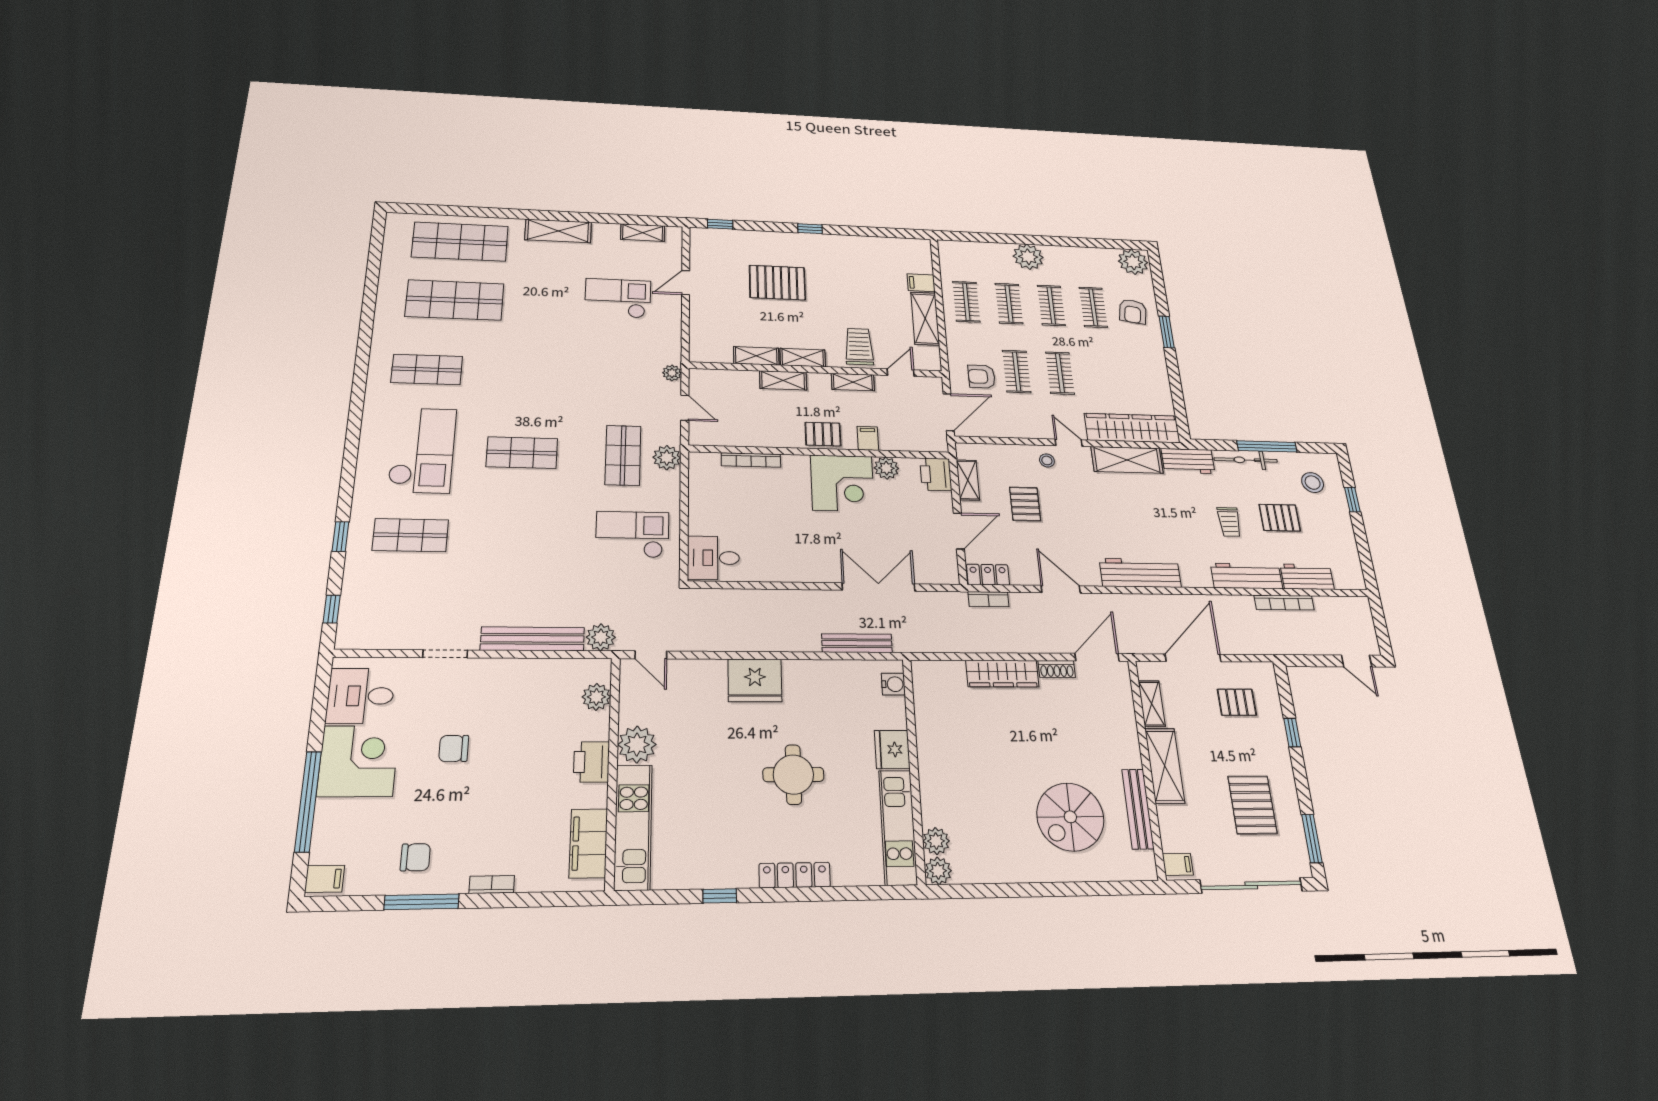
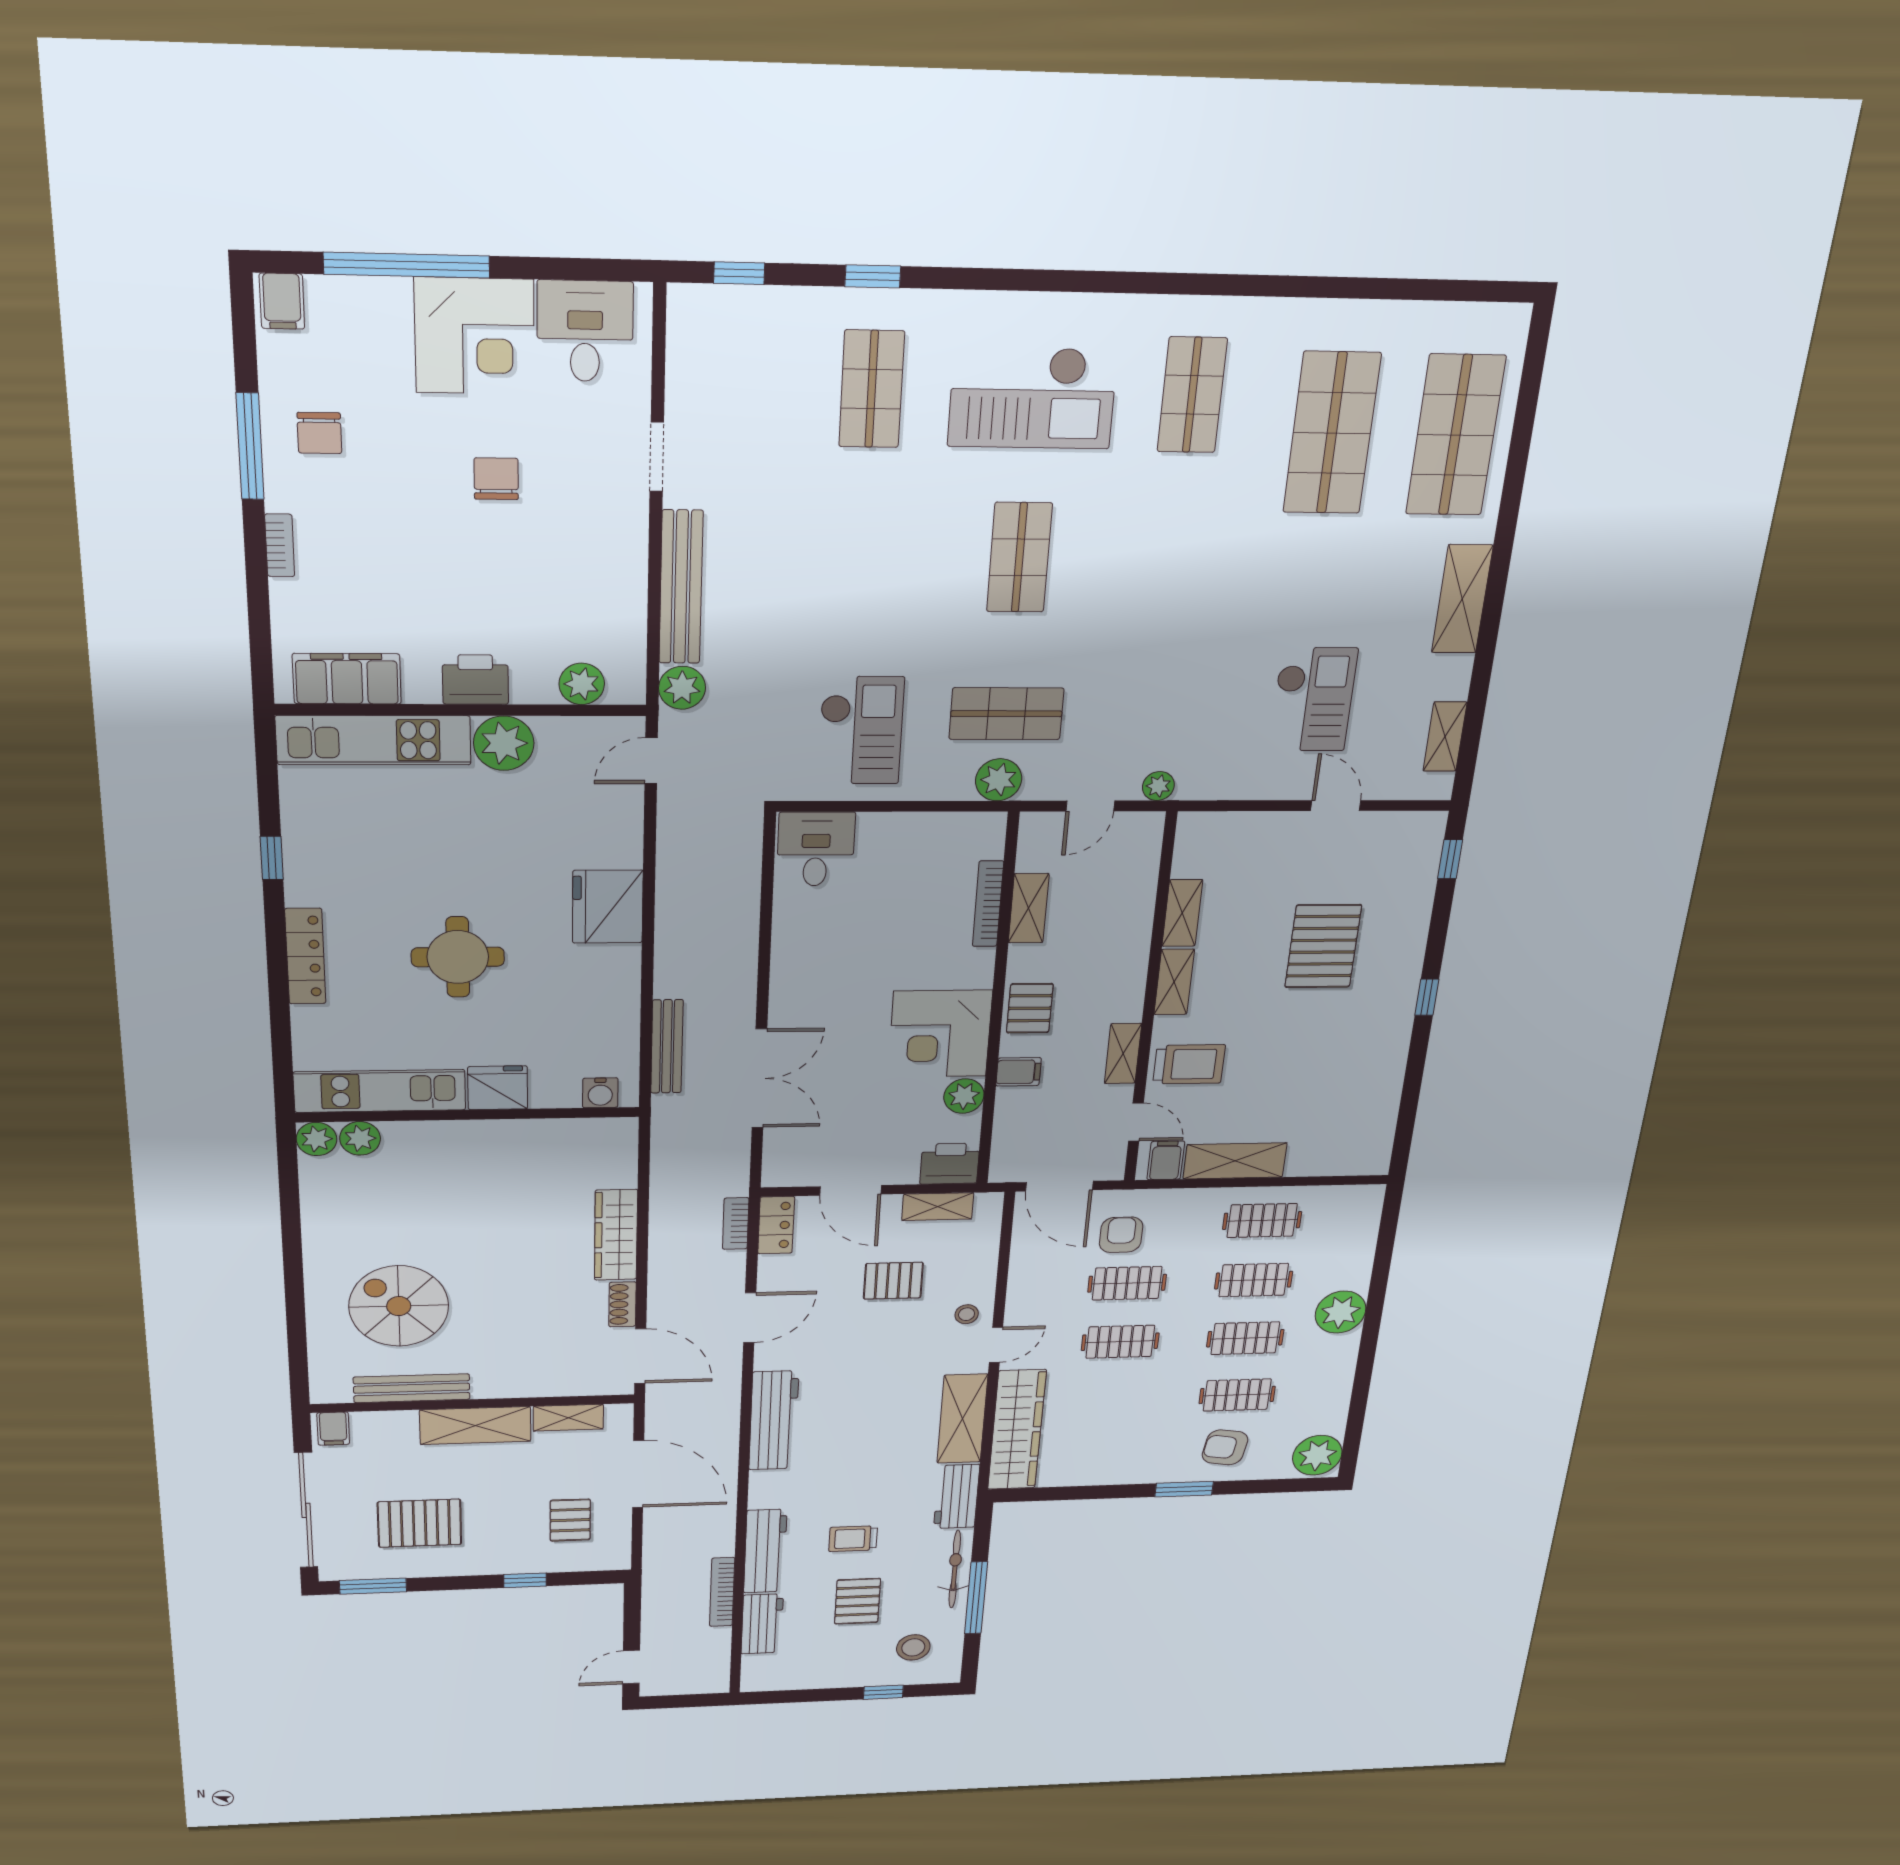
filing cabinet: (921, 283) -> (1166, 1160), moved
shelving: (783, 380) -> (1029, 908), moved

